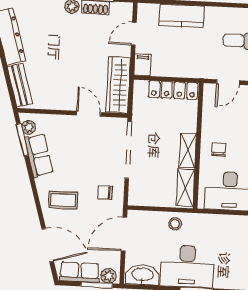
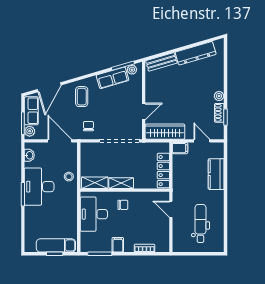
washbasin: (142, 275) -> (29, 155), width x0.52, depth x0.69

